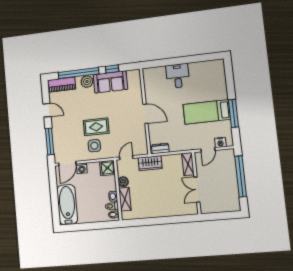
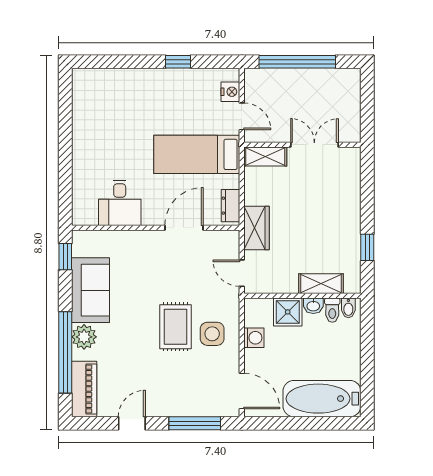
window: (112, 69) -> (65, 257), moved
desk: (178, 76) -> (120, 203), moved, turned -90
bed: (207, 112) -> (197, 154), moved, turned 90
window: (233, 113) -> (178, 62), width x0.46
door: (145, 114) -> (184, 228), moved
washing machine: (82, 168) -> (254, 338), moved
shower: (107, 168) -> (288, 312), moved
boiler: (123, 182) -> (287, 284), removed
double door: (197, 190) -> (314, 145), swing flipped
window: (146, 222) -> (367, 247), added

